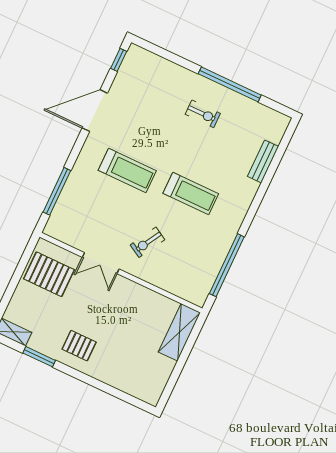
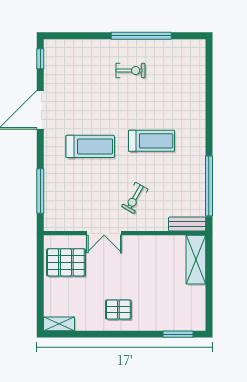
bench: (263, 161) -> (187, 224), moved, turned 90
window: (39, 357) -> (178, 334), moved

